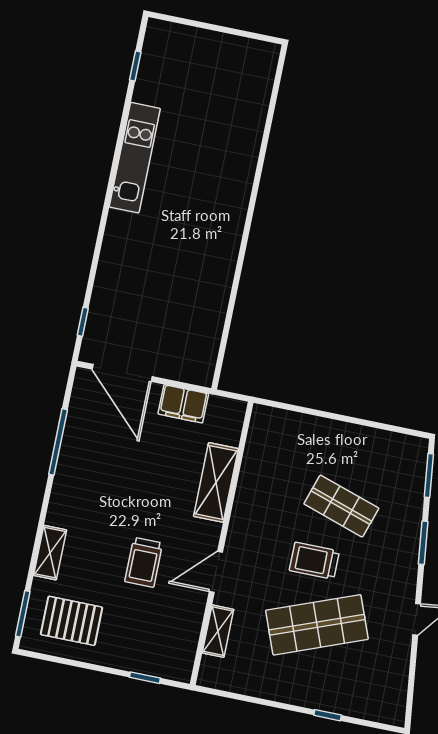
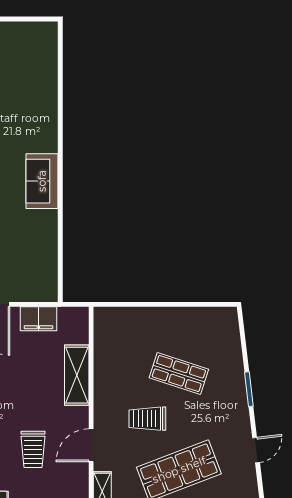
sofa: (222, 236) -> (42, 181), added
window: (429, 475) -> (242, 335), removed
trolley: (314, 561) -> (147, 419), moved

